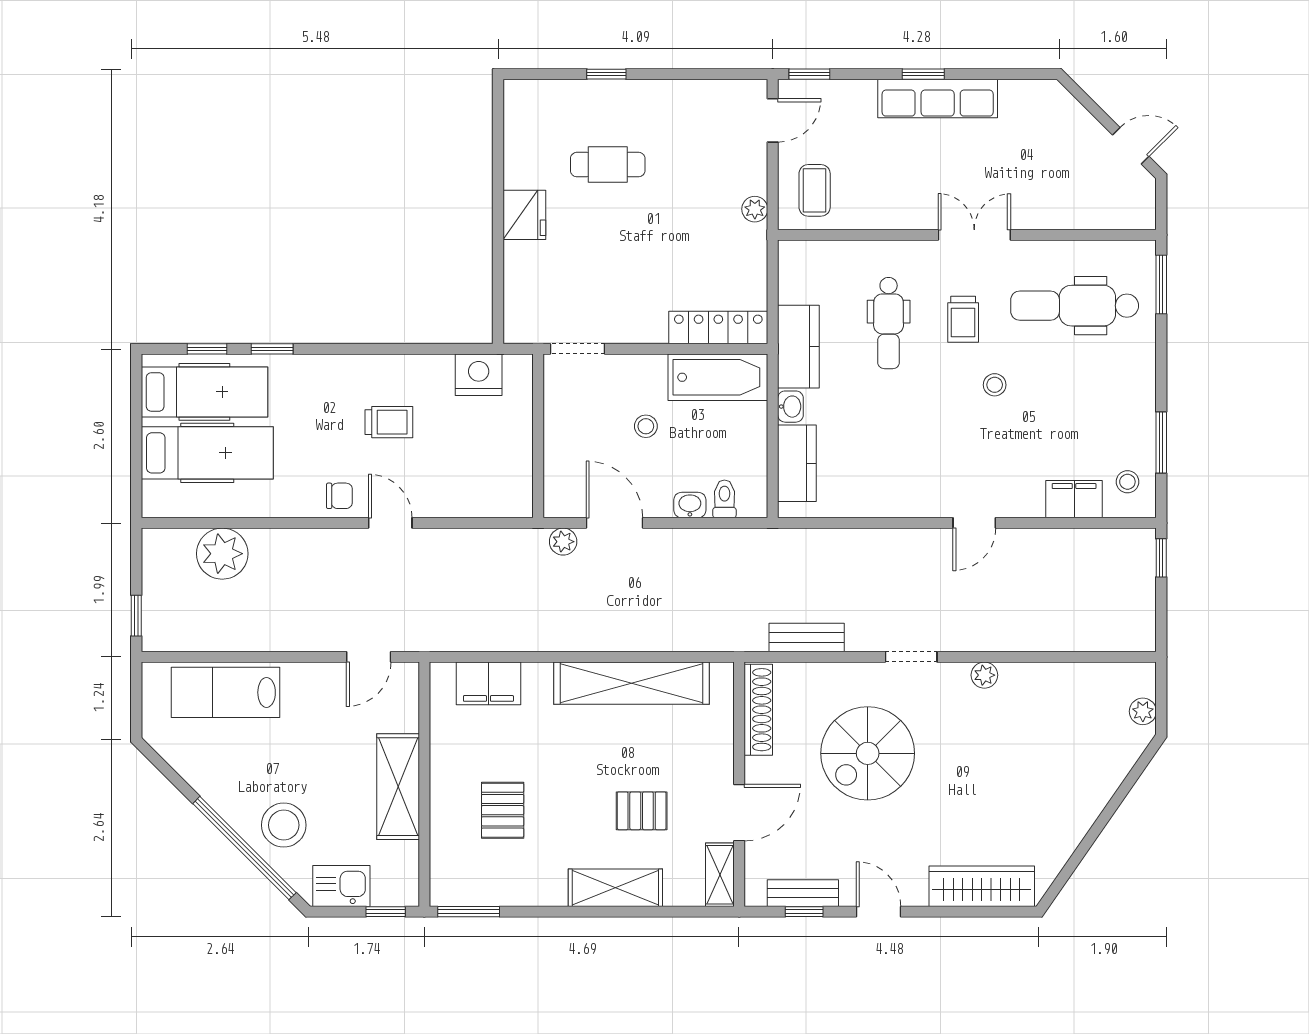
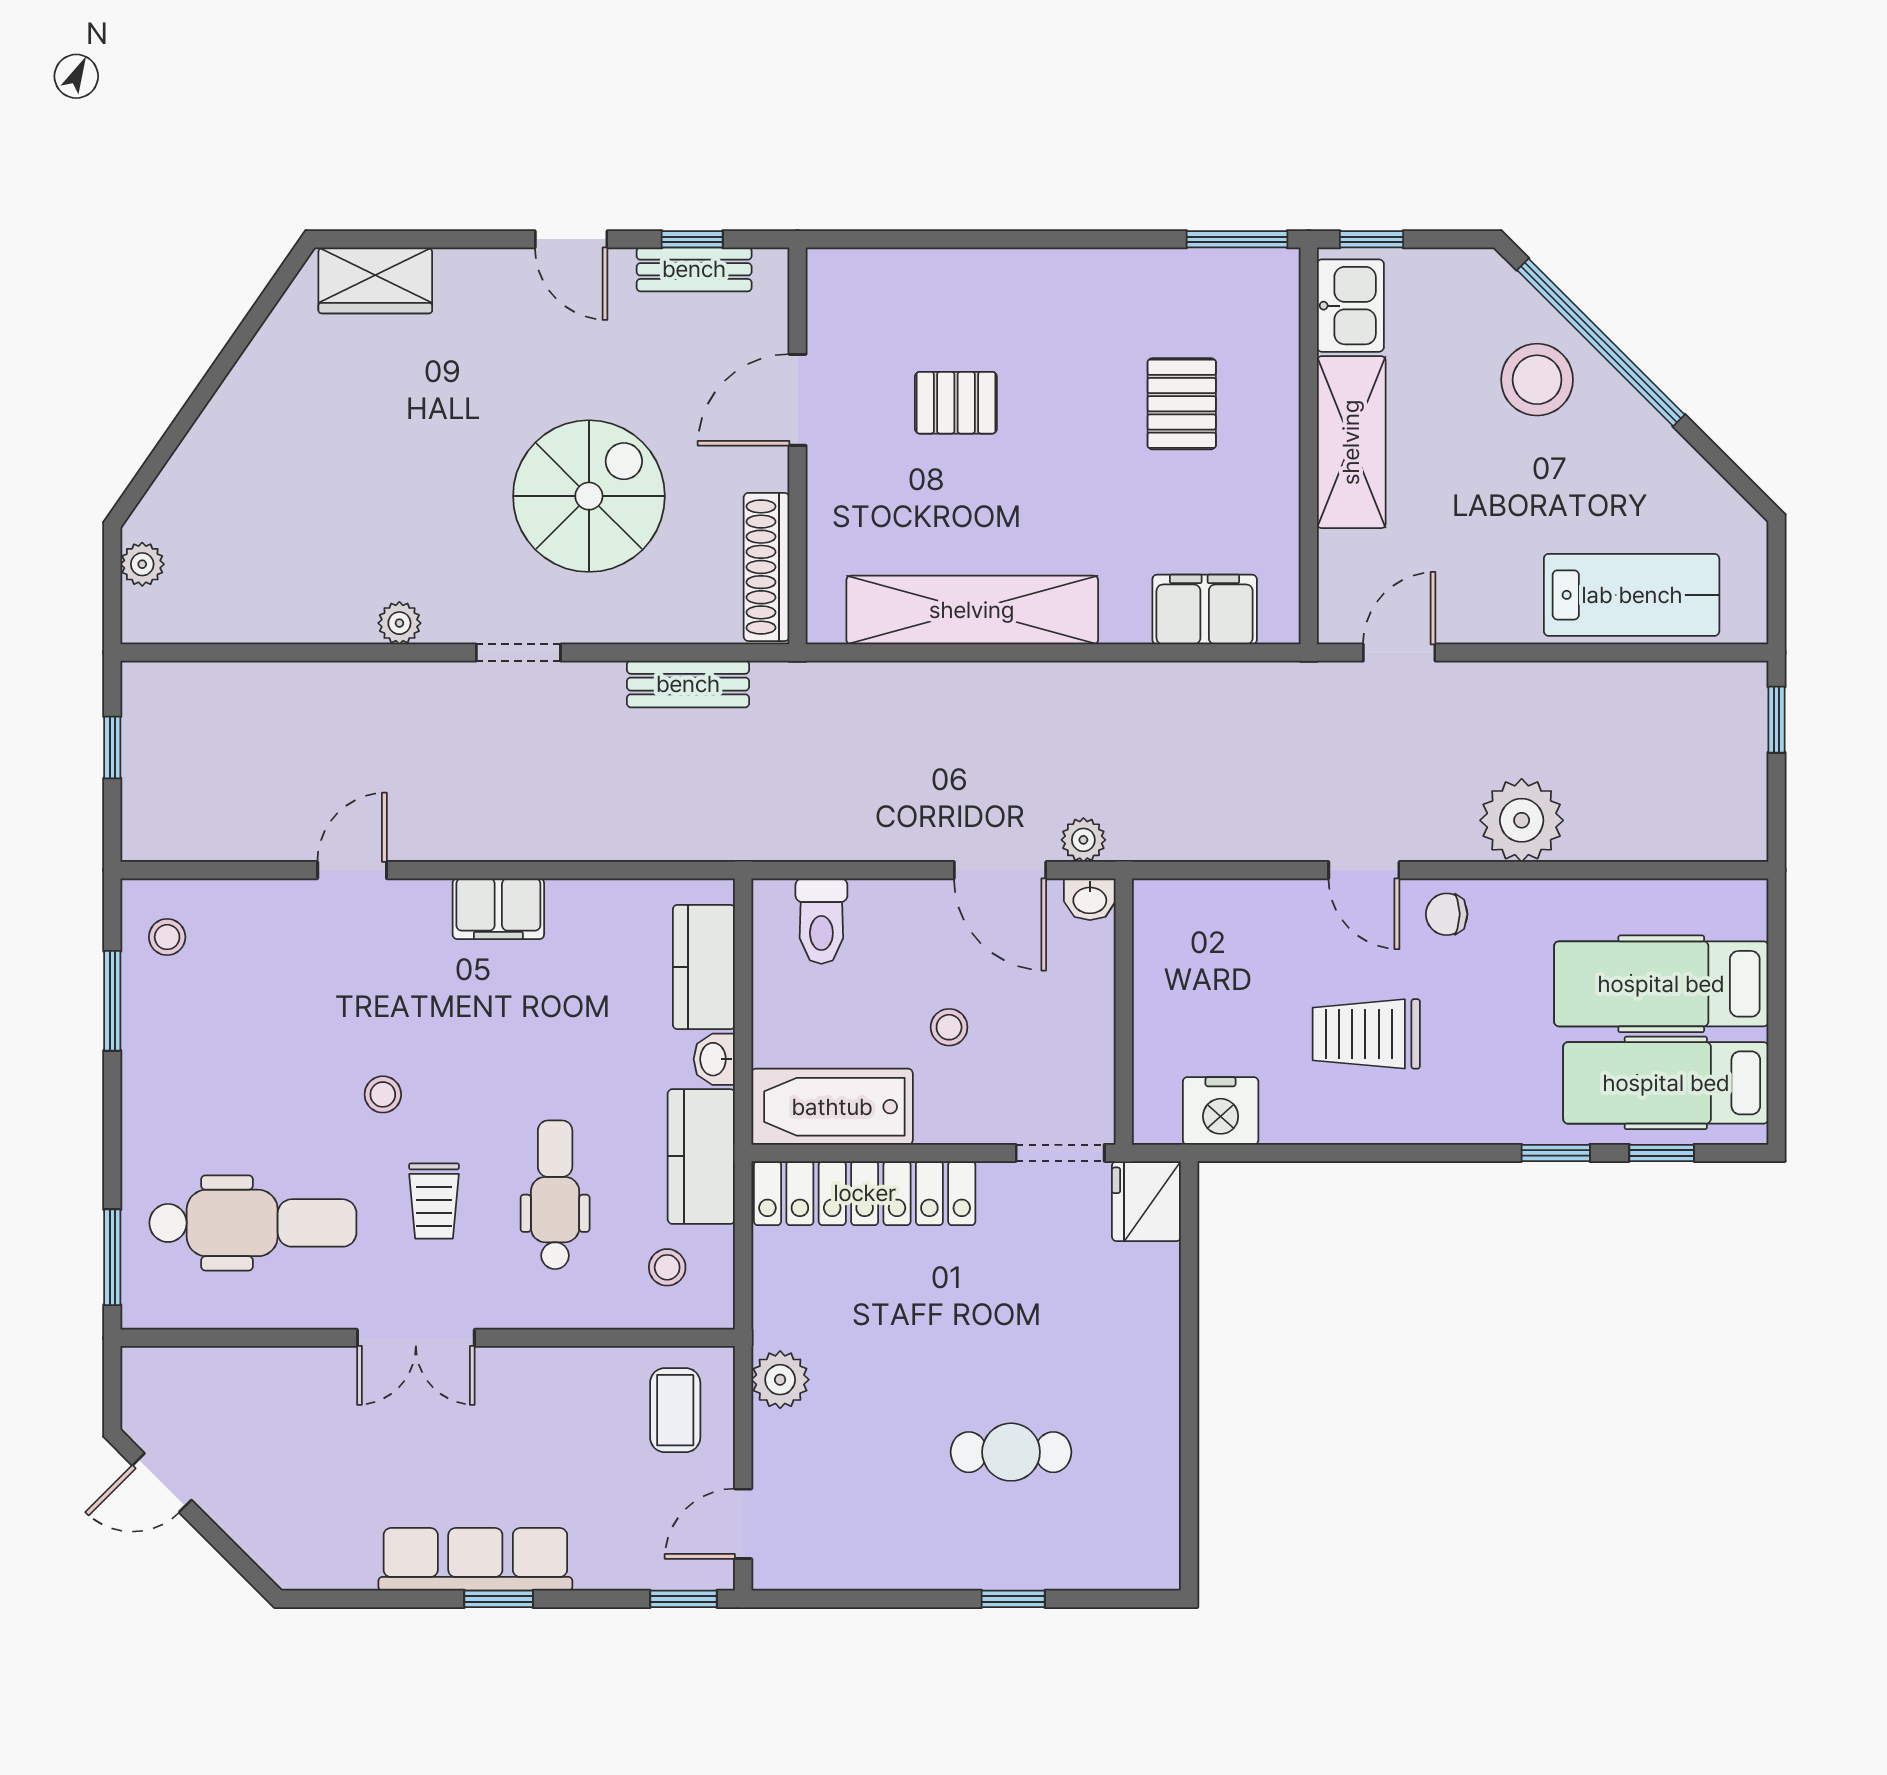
plant: (755, 209) -> (780, 1380), width x1.38, depth x1.38
fridge: (524, 215) -> (1146, 1201), moved
stool: (819, 278) -> (667, 1267), added
trolley: (963, 319) -> (434, 1201), turned 180
locker: (718, 327) -> (865, 1193), width x1.41, depth x1.21
trolley: (389, 422) -> (1366, 1034), width x1.36, depth x1.39
toilet: (724, 499) -> (821, 921), width x1.37, depth x1.39
filing cabinet: (1074, 499) -> (498, 909), moved
washbasin: (690, 505) -> (1090, 899), moved
door: (974, 523) -> (352, 870), moved
plant: (222, 554) -> (1522, 820), moved
window: (1161, 558) -> (112, 747), moved
shelving: (720, 875) -> (829, 299), removed
kitchen sink: (341, 886) -> (1350, 306), moved, turned -90
wardrobe: (982, 886) -> (375, 280), width x0.67
shelving: (615, 888) -> (999, 278), removed

